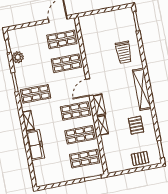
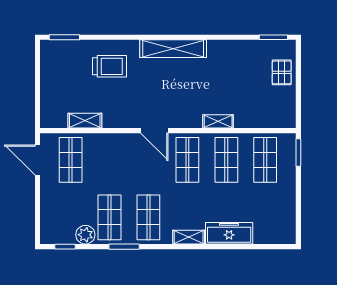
shop shelf: (66, 63) -> (109, 217), moved
shelving: (99, 105) -> (85, 121), moved
pallet: (136, 125) -> (228, 69), removed

